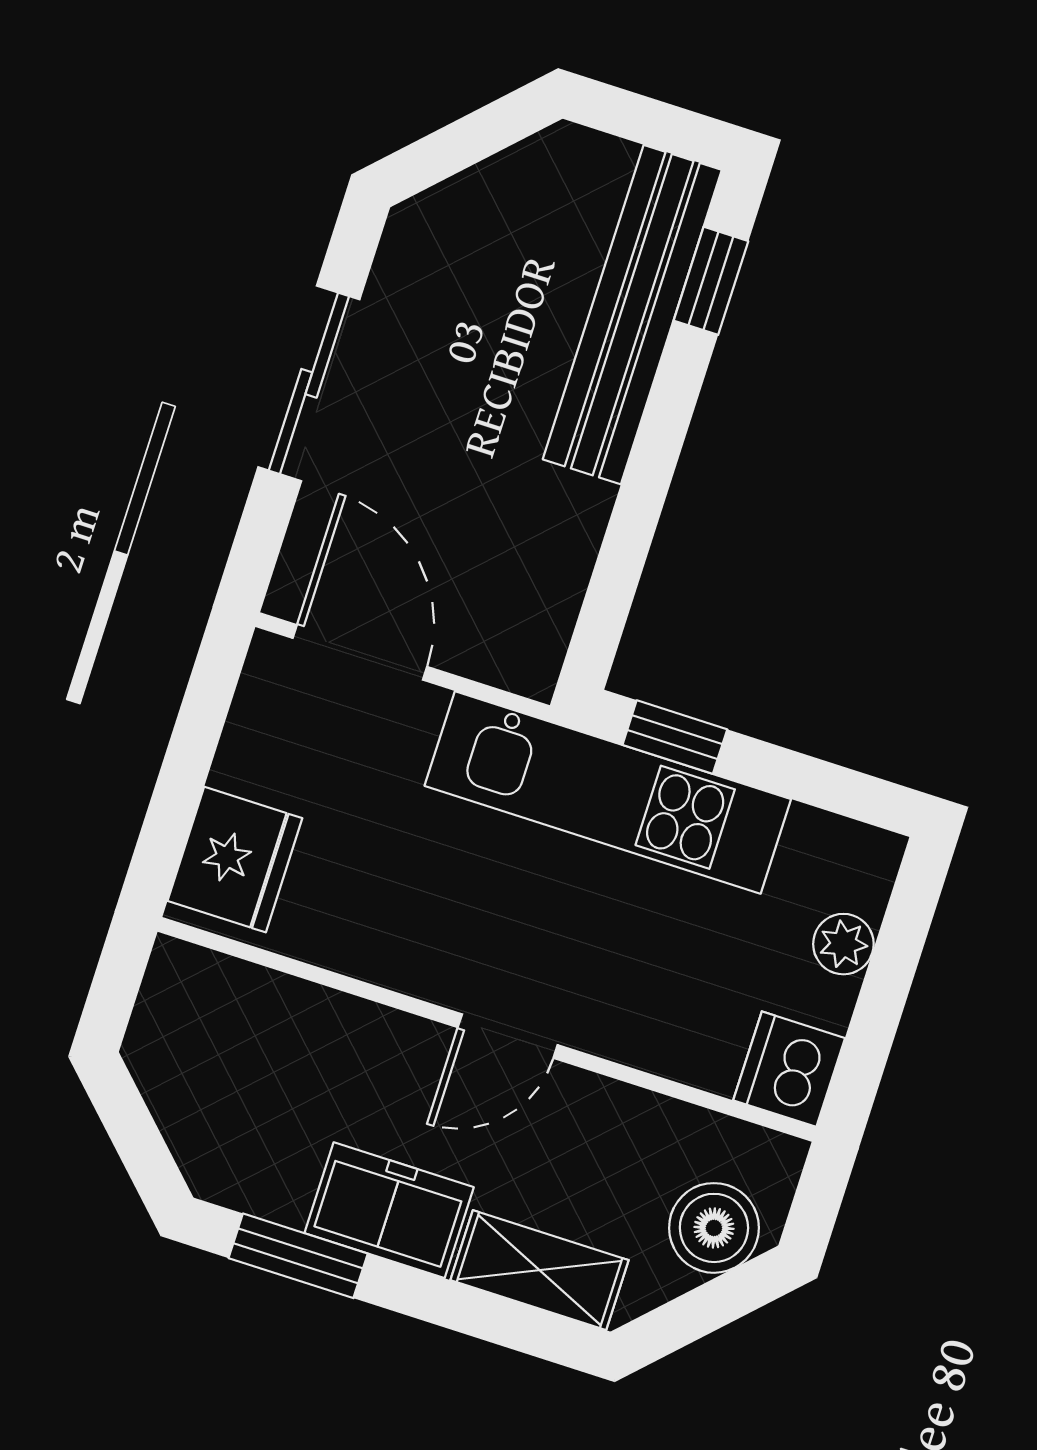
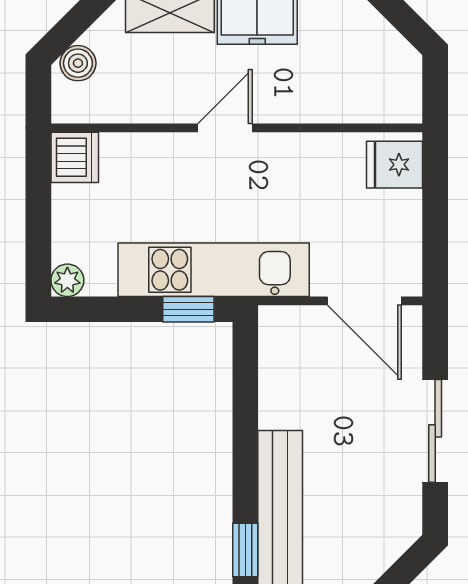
fridge: (235, 860) -> (395, 165), width x0.72
plant: (843, 944) -> (67, 280), moved
boiler: (714, 1228) -> (78, 63), width x0.73, depth x0.73

